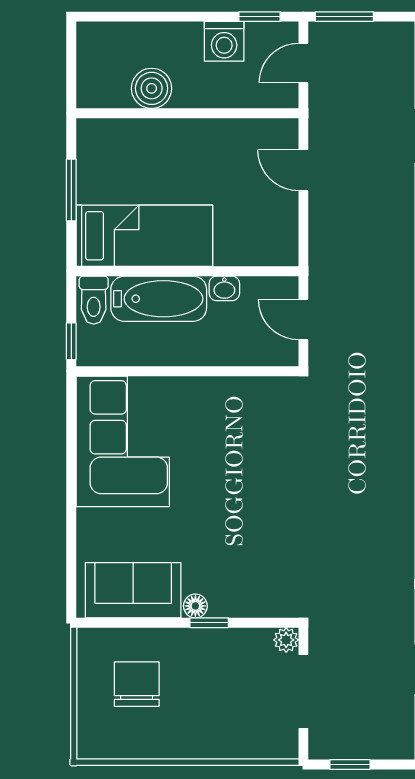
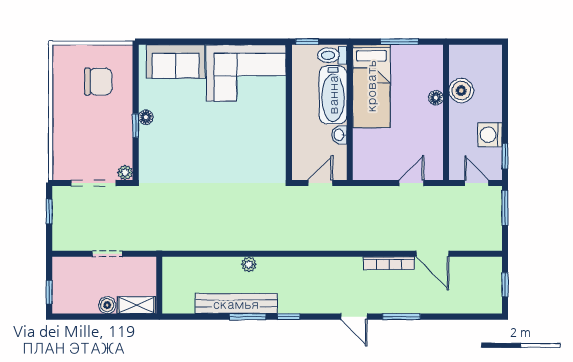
floor lamp: (163, 130) -> (436, 98), added
sofa: (133, 590) -> (176, 61), moved, turned 90

